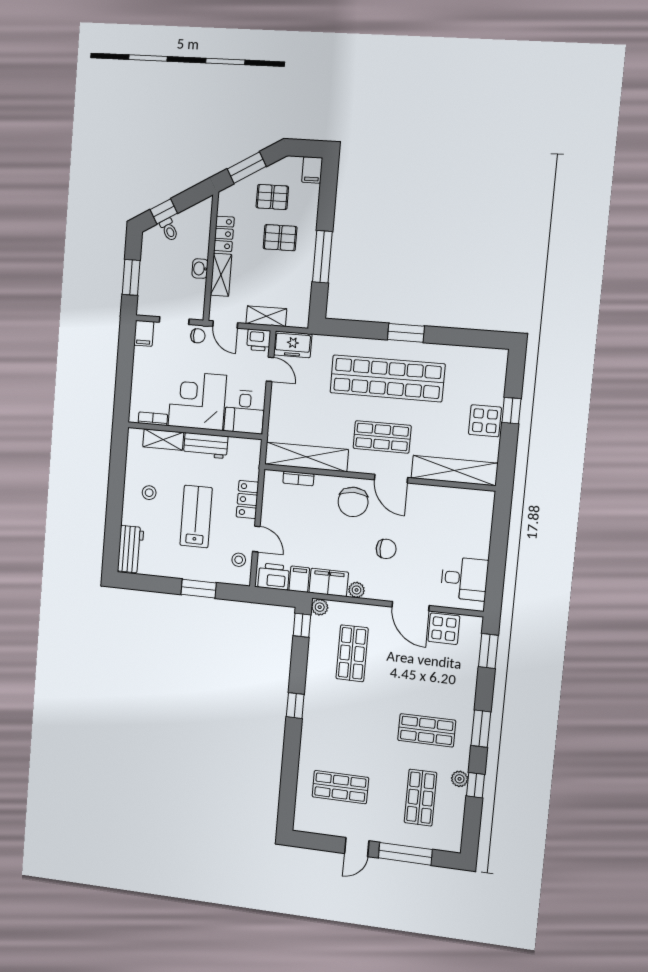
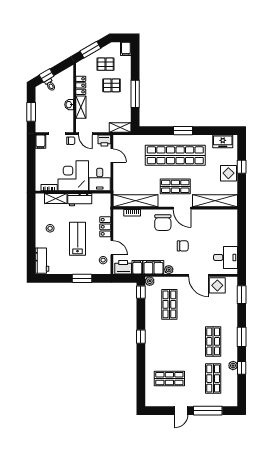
shelving: (266, 316) -> (120, 127), moved
freezer: (293, 344) -> (223, 141), moved
shop shelf: (427, 730) -> (213, 341), turned 90

